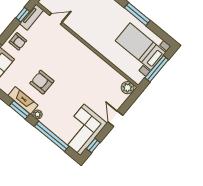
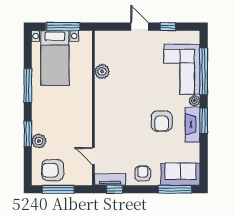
plant: (128, 88) -> (102, 72), moved
door: (115, 119) -> (140, 27), swing flipped
corner sofa: (82, 130) -> (182, 69), moved, turned 90
window: (93, 146) -> (168, 27), moved

